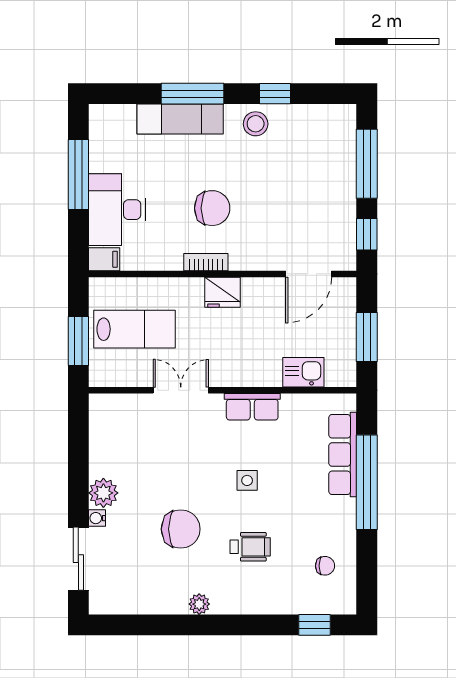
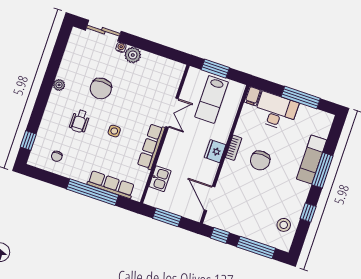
stool: (256, 124) -> (284, 225), moved
row of seats: (252, 407) -> (151, 146), width x1.48

